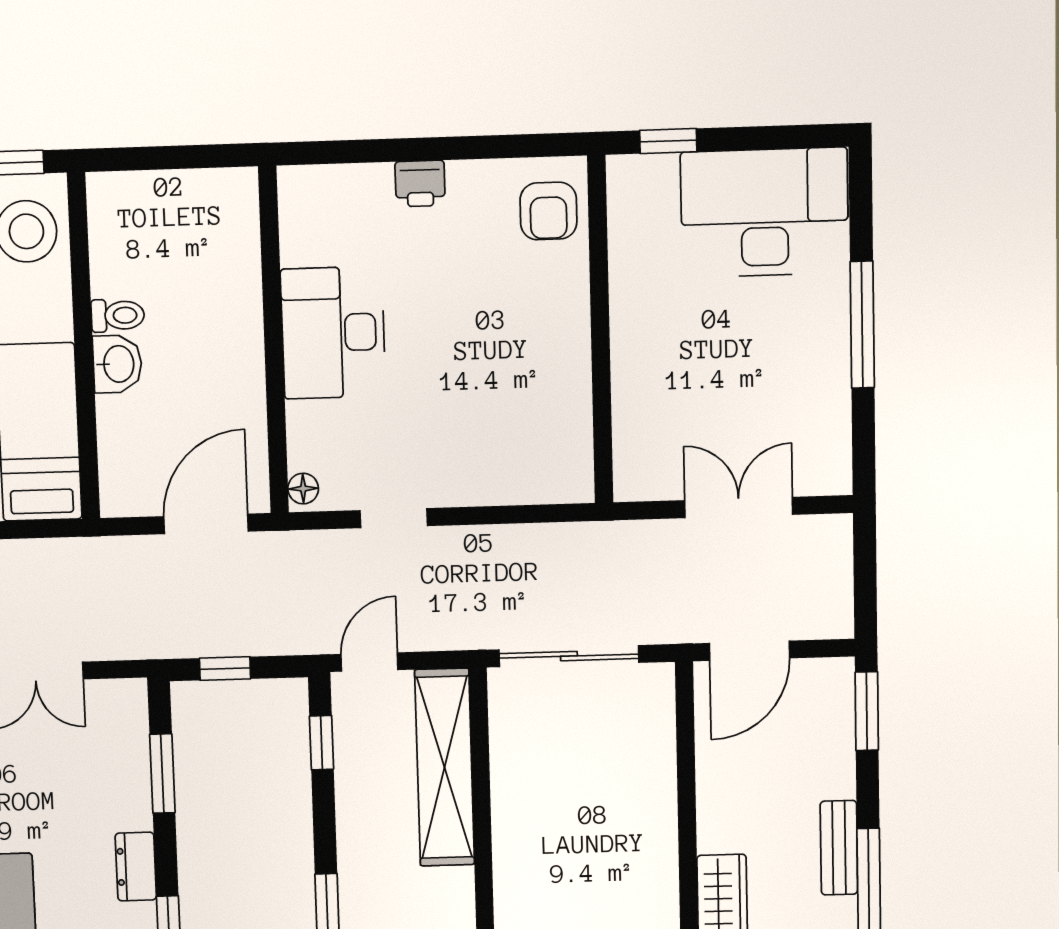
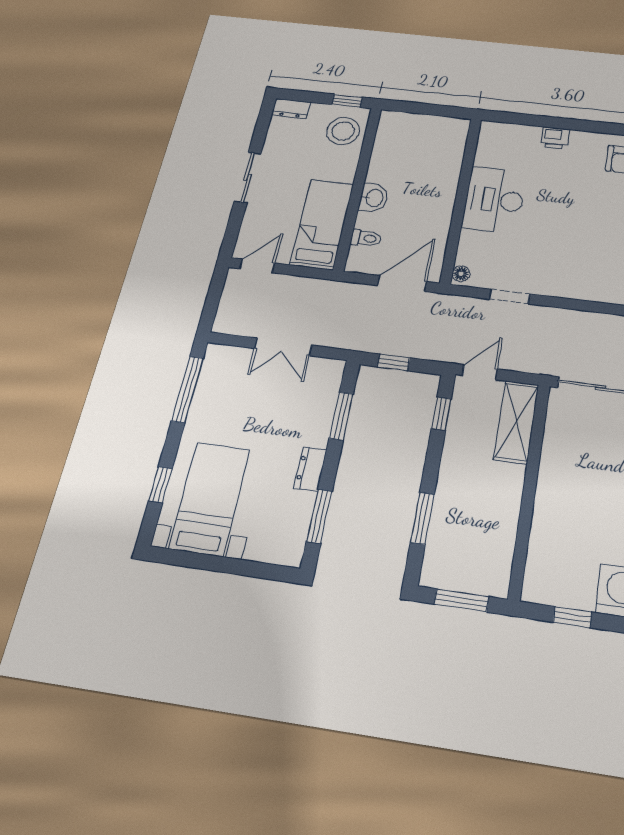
toilet: (118, 315) -> (366, 238), moved
shelving: (445, 767) -> (516, 422), width x0.68

